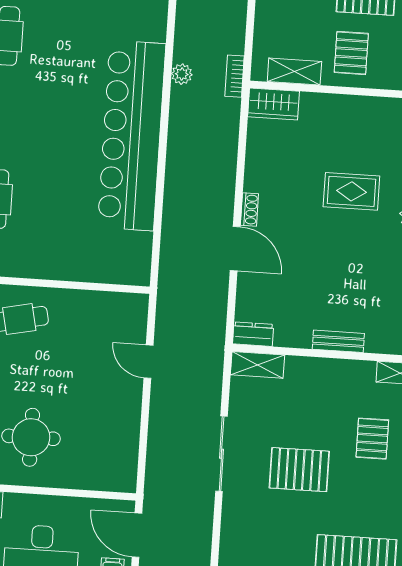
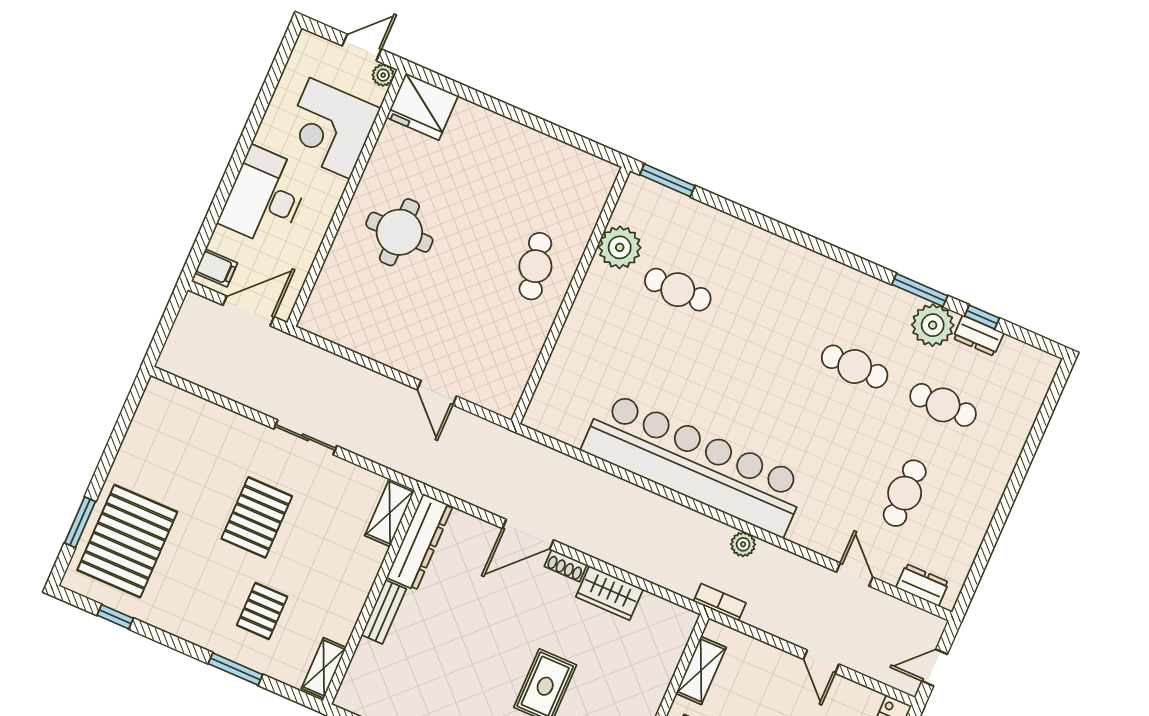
wardrobe: (273, 104) -> (610, 593), moved, turned -90
dresser: (253, 334) -> (420, 542), width x1.96, depth x1.24
door: (149, 362) -> (437, 393), swing flipped
pallet: (372, 439) -> (262, 611), turned 90
sliding door: (222, 454) -> (305, 437), width x0.73

